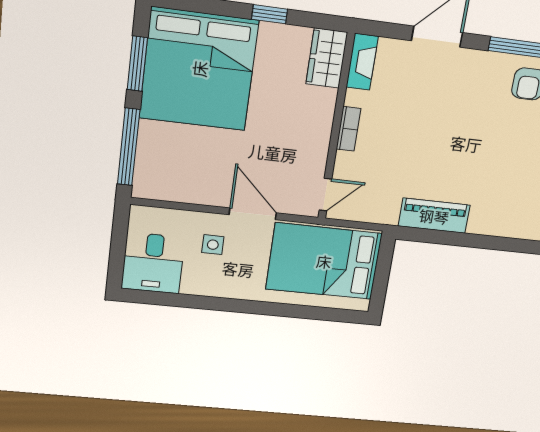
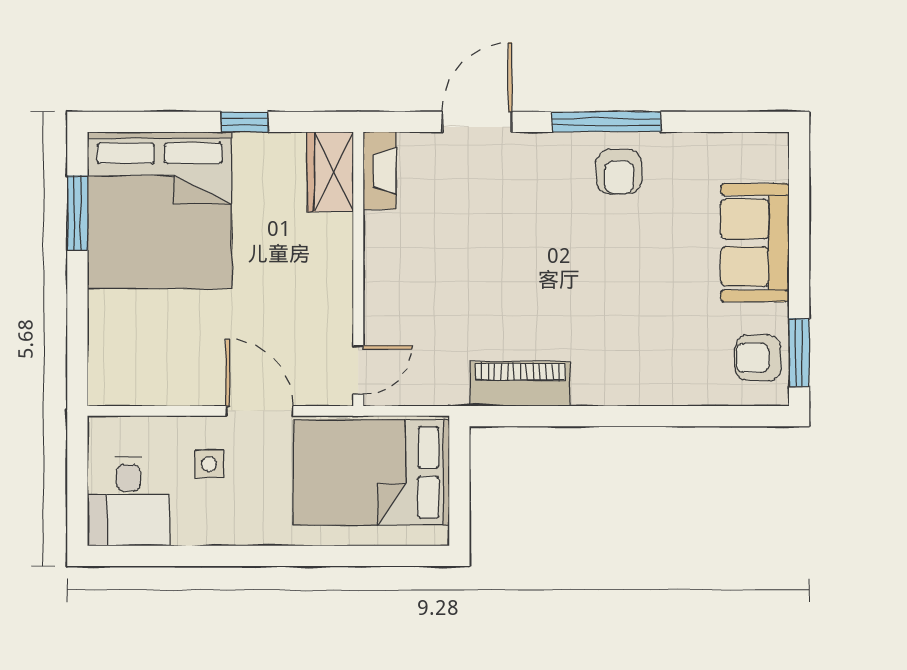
bookcase: (348, 129) -> (376, 269), removed
window: (129, 147) -> (77, 332), removed

